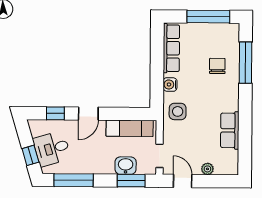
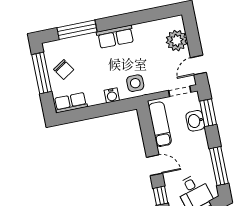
row of seats: (171, 48) -> (71, 103), width x0.68
chair: (217, 66) -> (64, 70), moved, turned -123
row of seats: (230, 130) -> (115, 37), moved
plant: (207, 169) -> (177, 41), width x1.88, depth x1.88

